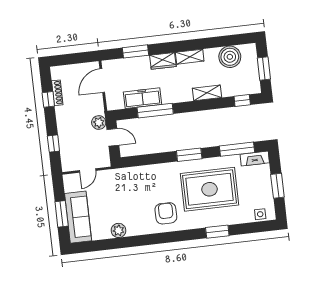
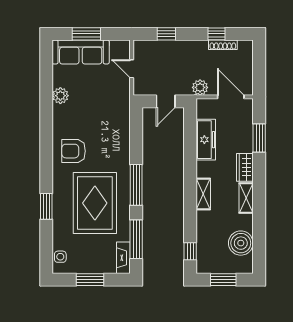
shelving: (207, 93) -> (203, 194), moved
window: (155, 111) -> (190, 152), removed
plant: (99, 122) -> (200, 87), moved
window: (189, 155) -> (136, 185), width x1.44
armchair: (166, 213) -> (73, 151), turned 180

